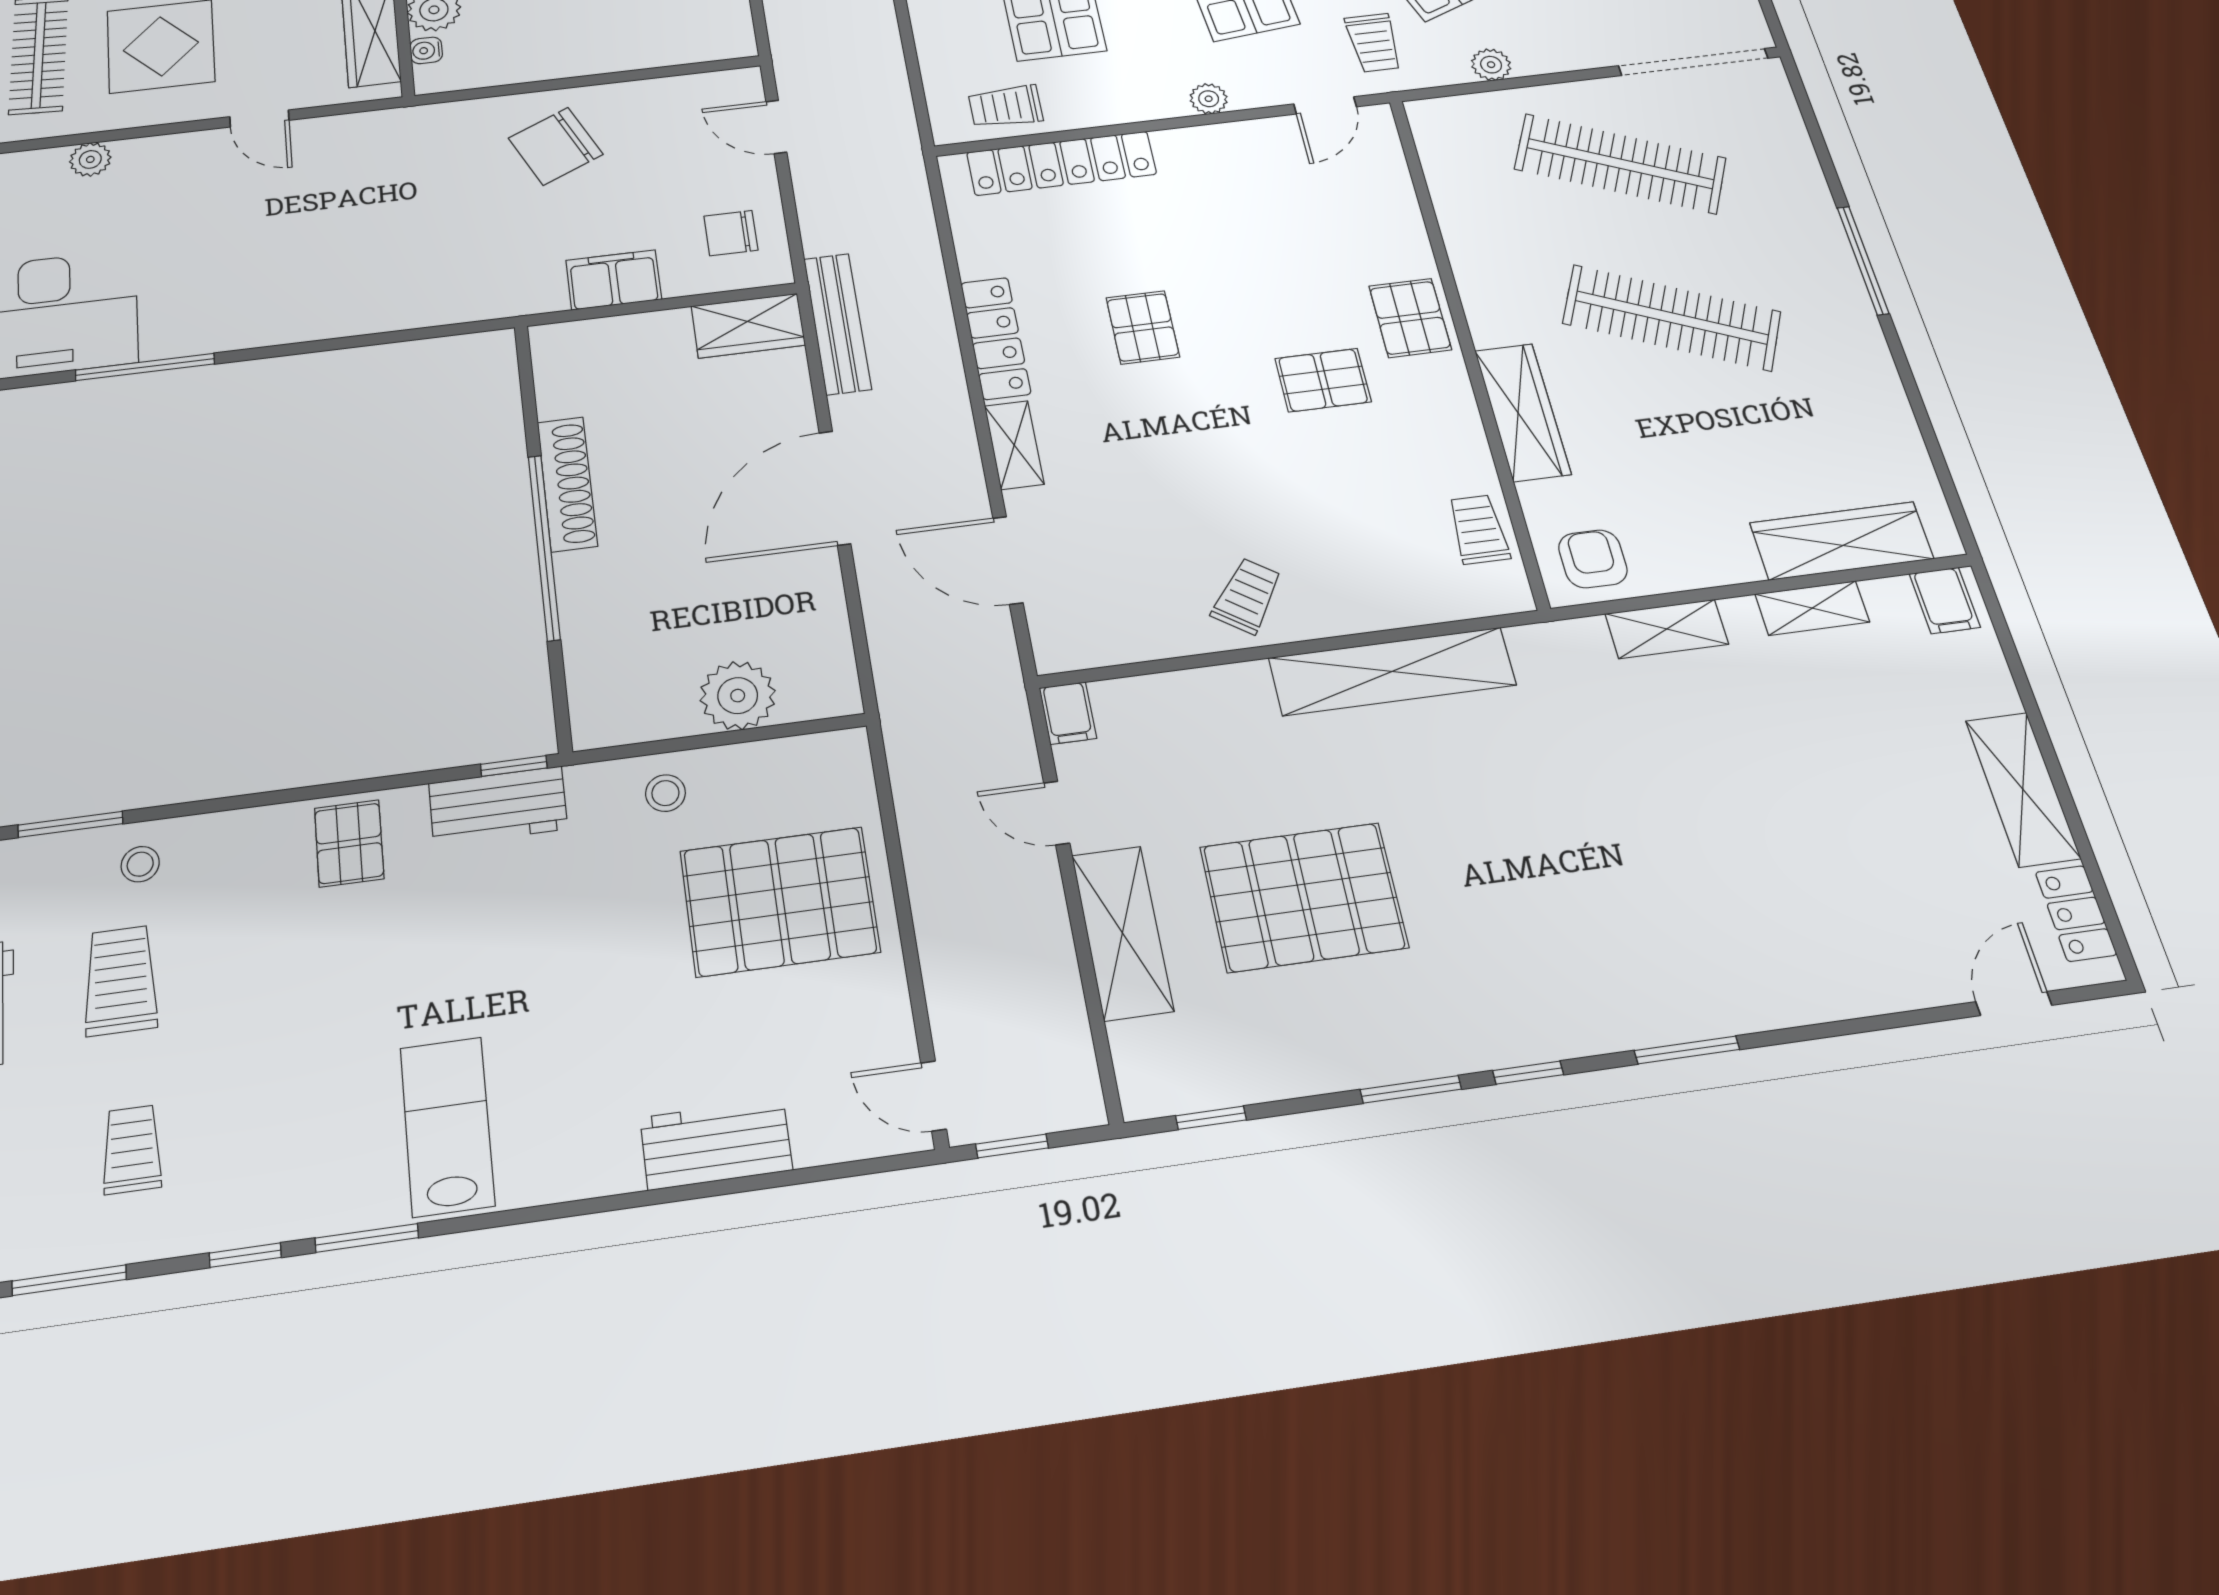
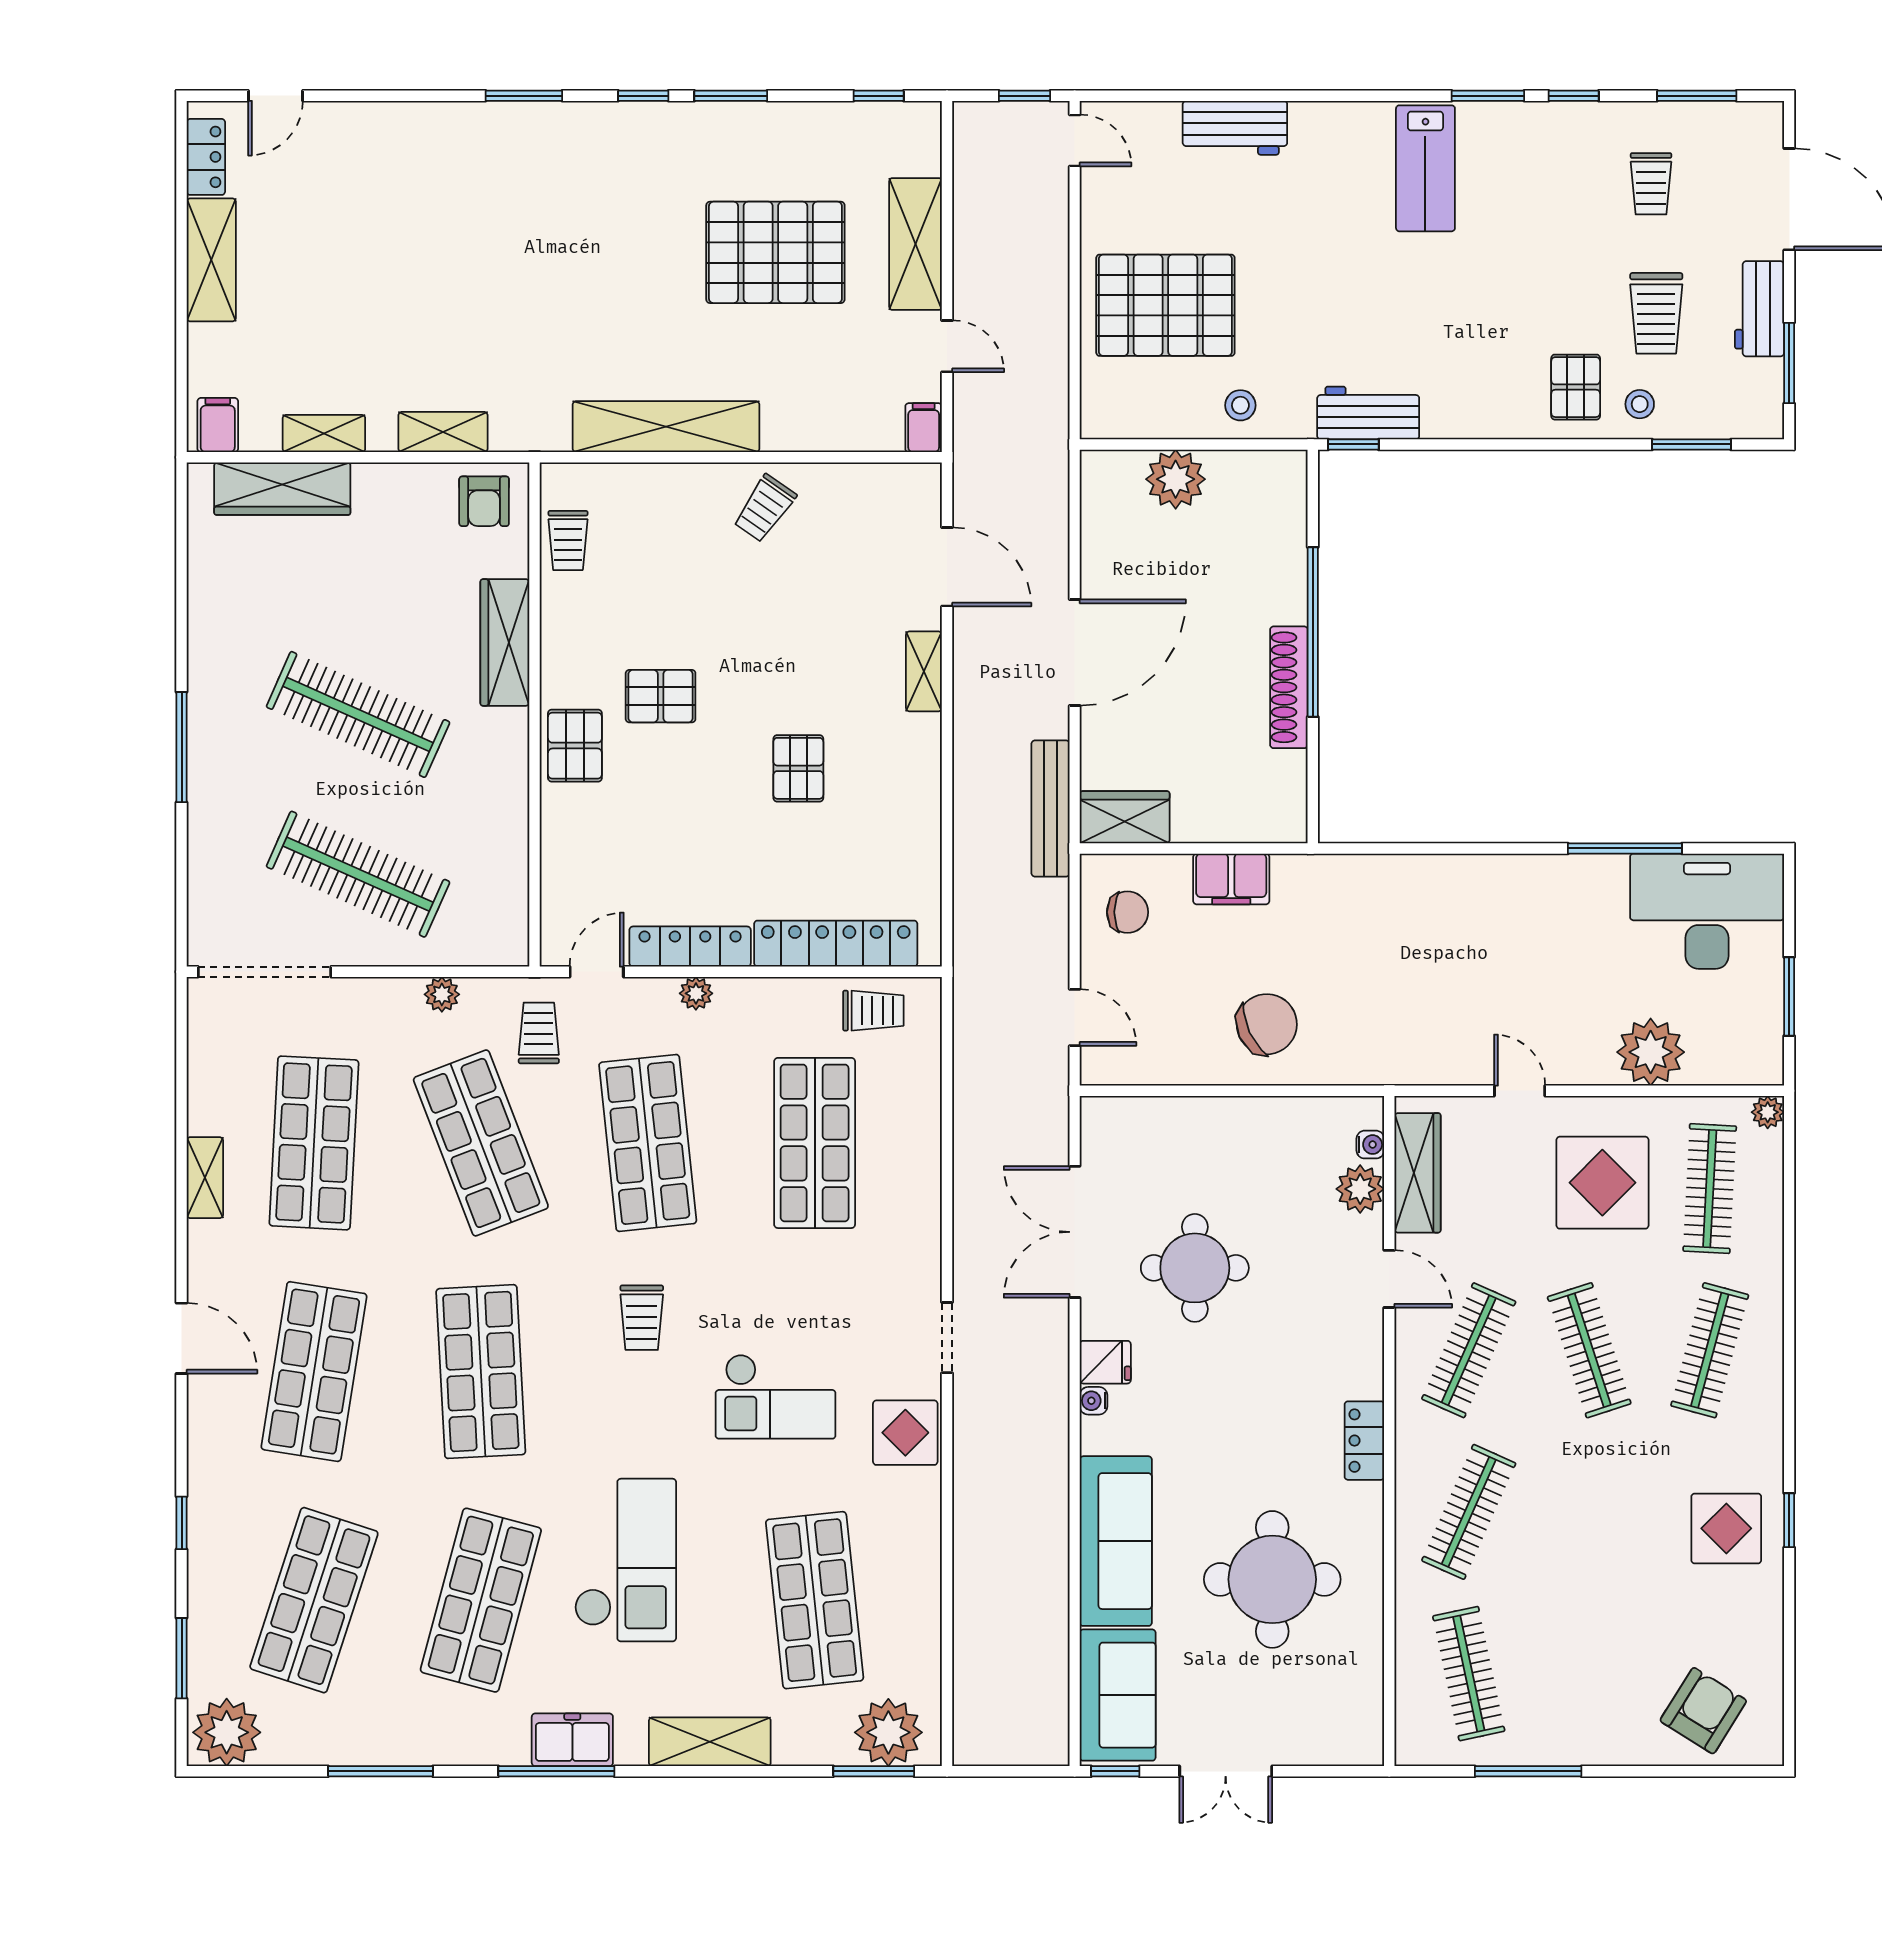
plant: (90, 159) -> (1651, 1052), width x1.87, depth x1.87
locker: (996, 338) -> (690, 947), moved, turned 90
pallet: (349, 843) -> (1576, 387), moved

